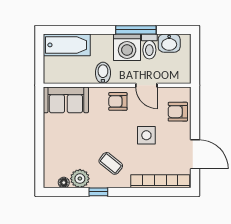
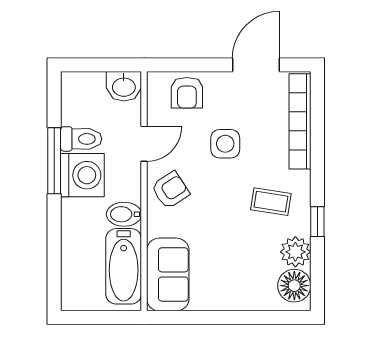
washbasin: (169, 43) -> (124, 86), moved, turned 90
bathtub: (67, 45) -> (124, 266), moved, turned 180
armchair: (118, 101) -> (170, 190), turned -123
coffee table: (111, 163) -> (271, 202), turned 60
floor lamp: (64, 183) -> (294, 286), width x1.89, depth x1.89

